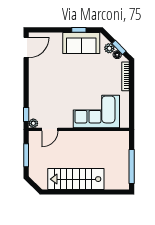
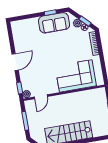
door: (26, 48) -> (15, 62), moved

